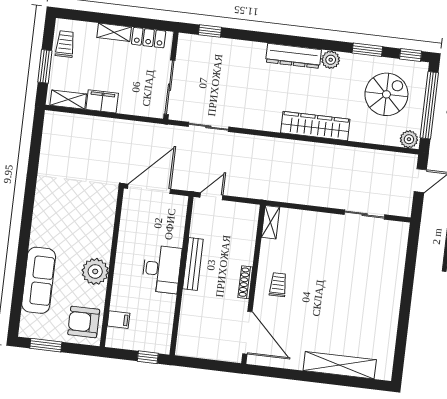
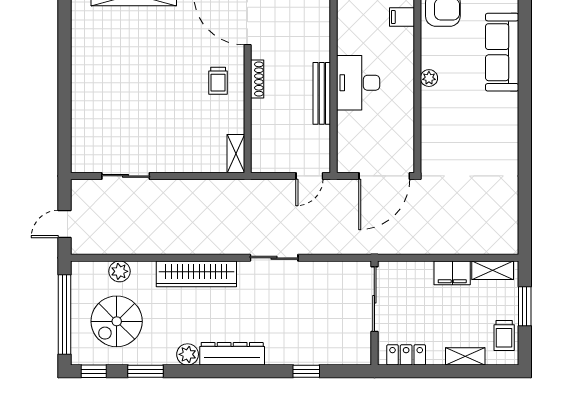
window: (210, 31) -> (306, 371), moved
shelving: (114, 32) -> (465, 356), moved
sliding door: (208, 127) -> (274, 258), moved
plant: (409, 139) -> (120, 271), moved
plant: (95, 271) -> (429, 78), width x0.53, depth x0.53

